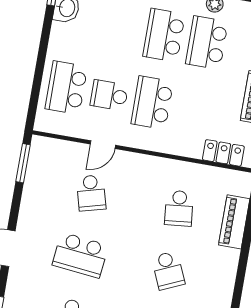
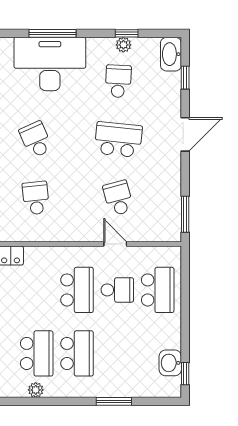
door: (103, 145) -> (115, 244), hinge flipped

